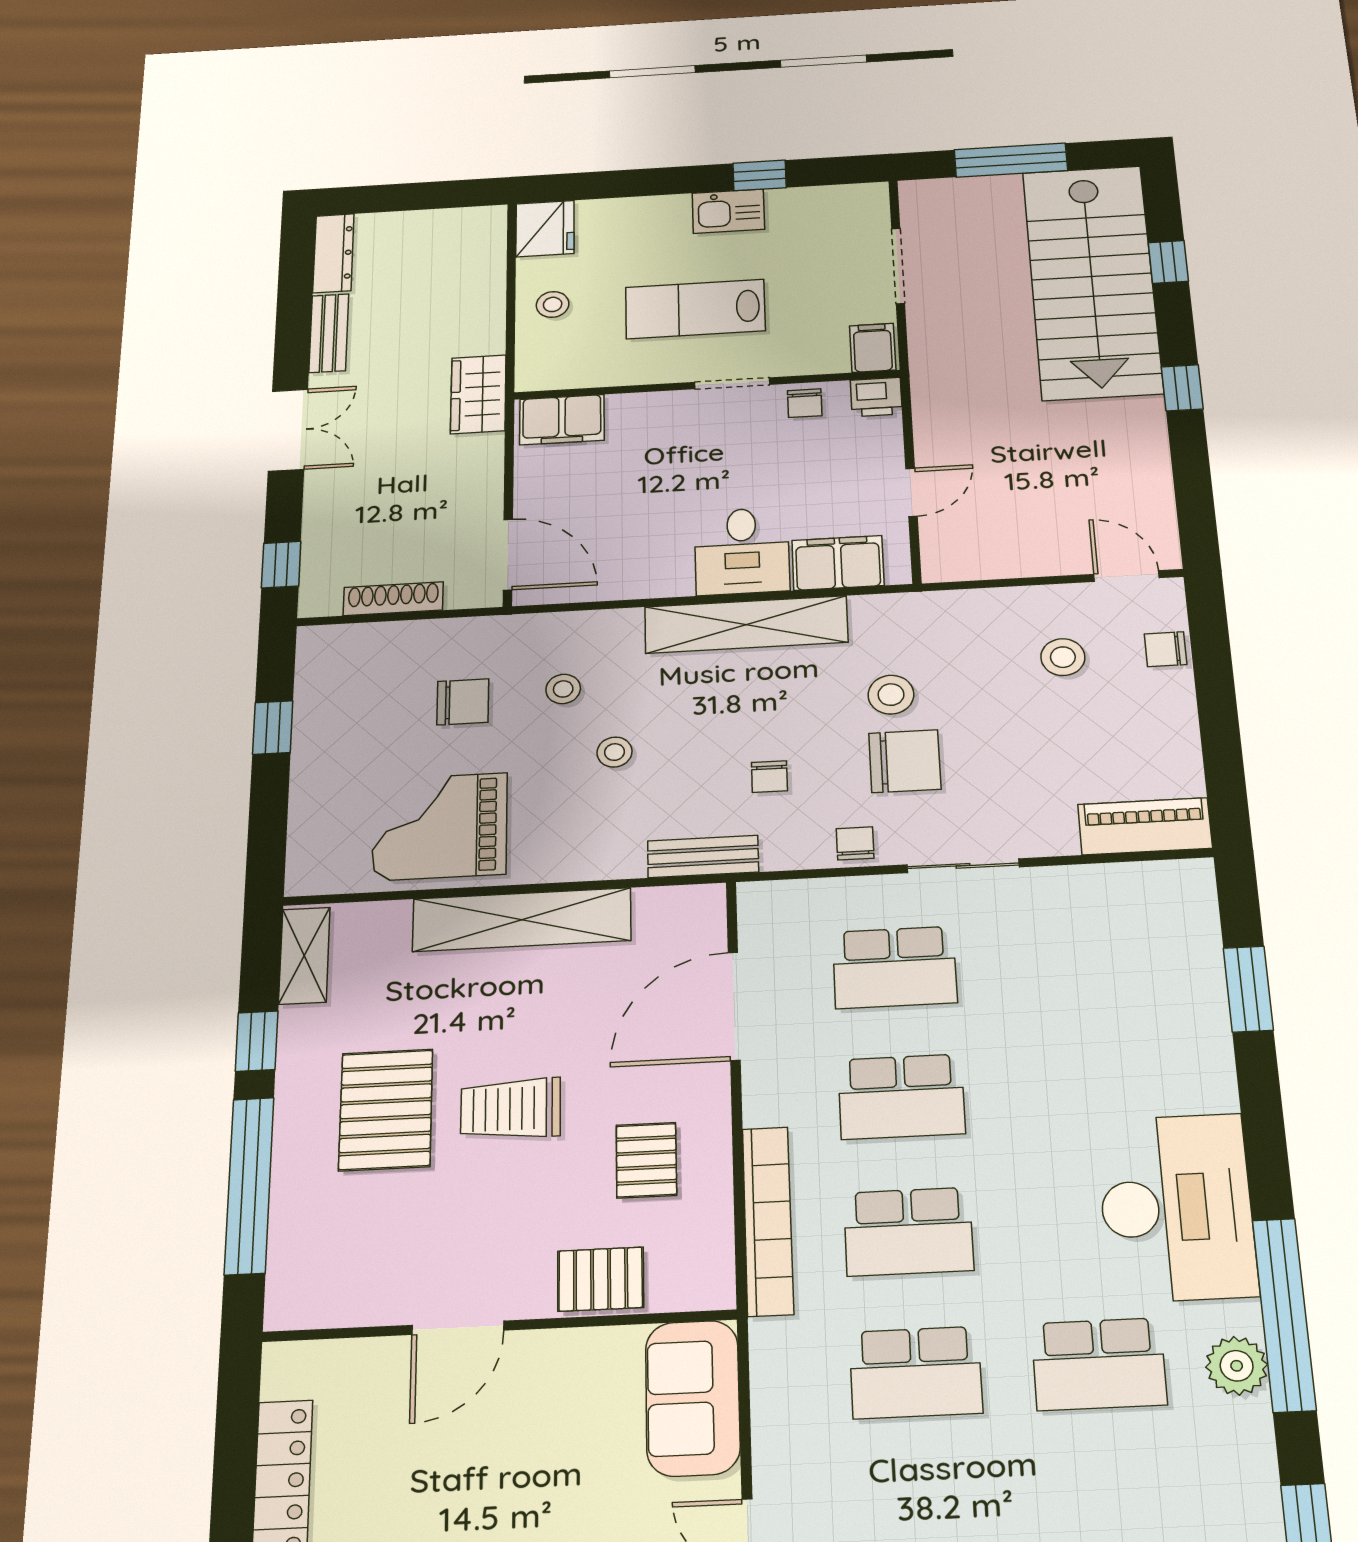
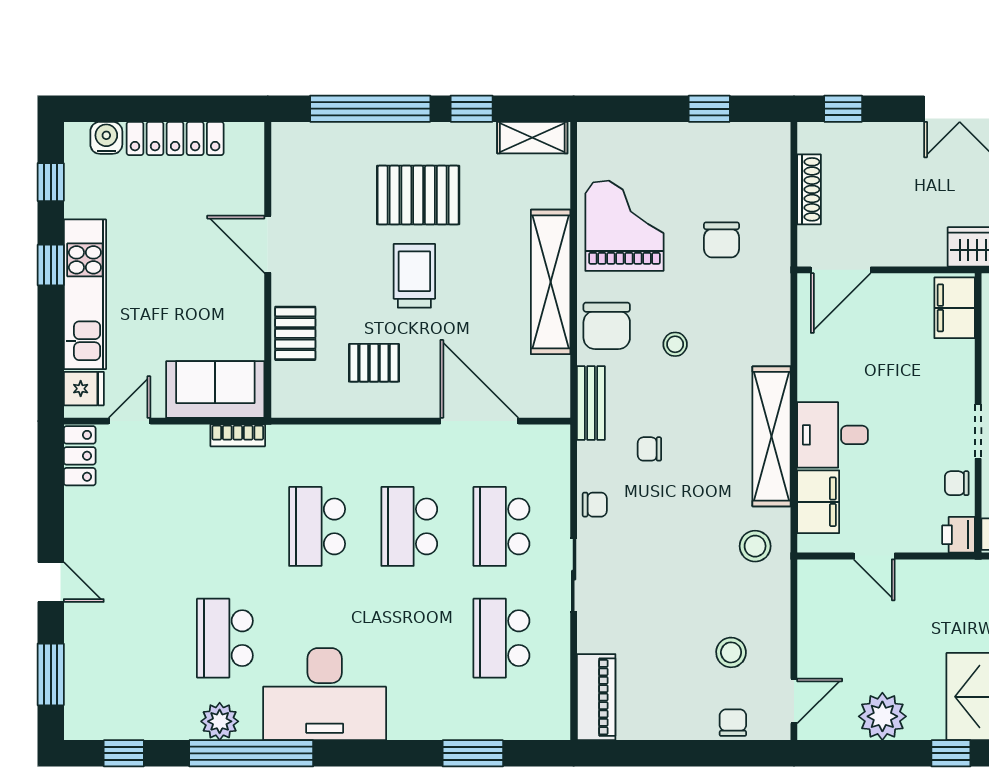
plant: (1138, 470) -> (882, 716), added
stool: (563, 689) -> (727, 309), removed
stool: (891, 695) -> (755, 546), moved
chair: (905, 761) -> (607, 326), moved
bookcase: (768, 1221) -> (238, 435), moved, width x0.43, depth x0.76
school desk: (916, 1373) -> (501, 638), moved

